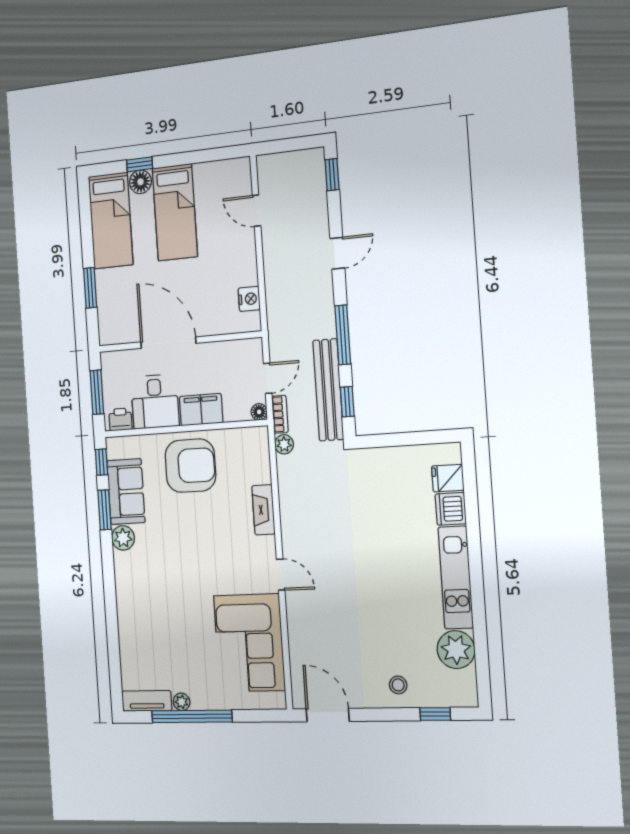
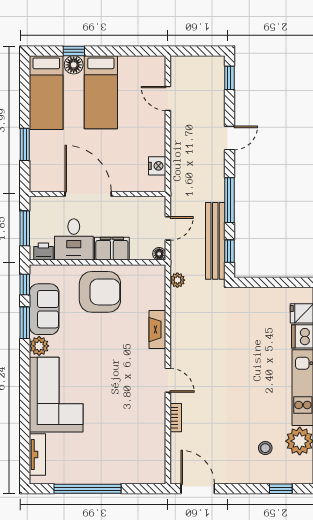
bookcase: (280, 414) -> (176, 418), moved
corner sofa: (249, 643) -> (56, 395), moved, turned 180
stool: (398, 685) -> (265, 448), moved
tv unit: (147, 701) -> (37, 455), moved, turned 90
plant: (182, 702) -> (80, 477), removed

